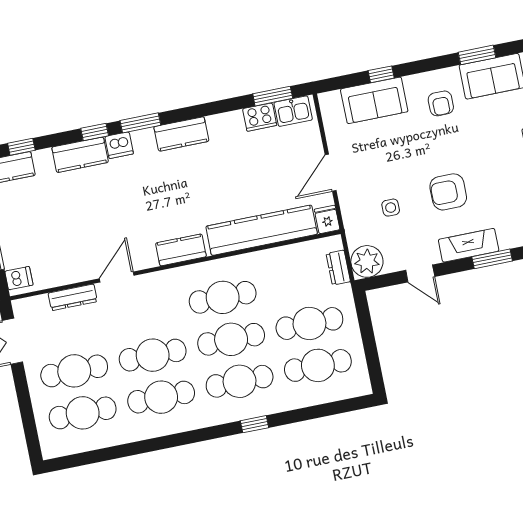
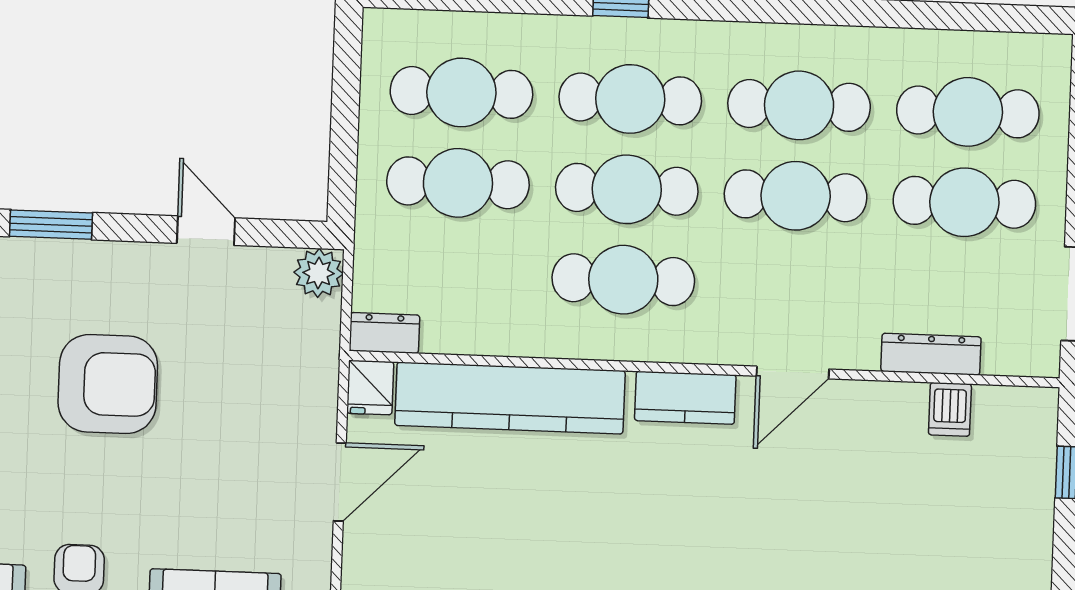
armchair: (448, 192) -> (108, 384), width x1.36, depth x1.36
side table: (391, 208) -> (234, 380), removed
fireplace: (469, 245) -> (93, 264), removed
plant: (367, 261) -> (319, 273), width x0.73, depth x0.73
dresser: (338, 268) -> (384, 333), moved, turned -90
door: (117, 277) -> (793, 373), moved
dishwasher: (19, 278) -> (950, 409), moved, turned -90

